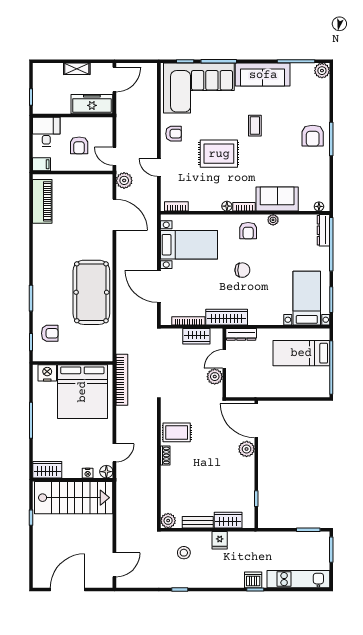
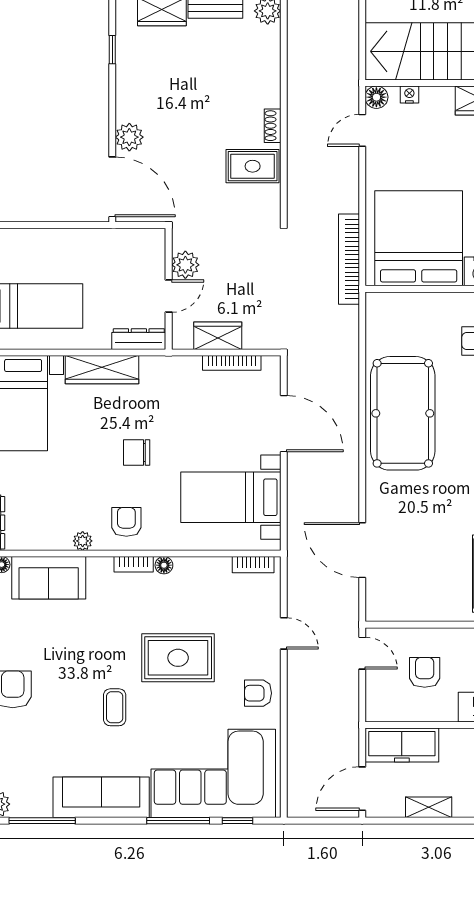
plant: (124, 180) -> (345, 611), removed
sofa: (277, 199) -> (49, 578), moved
wardrobe: (227, 317) -> (102, 370), moved

